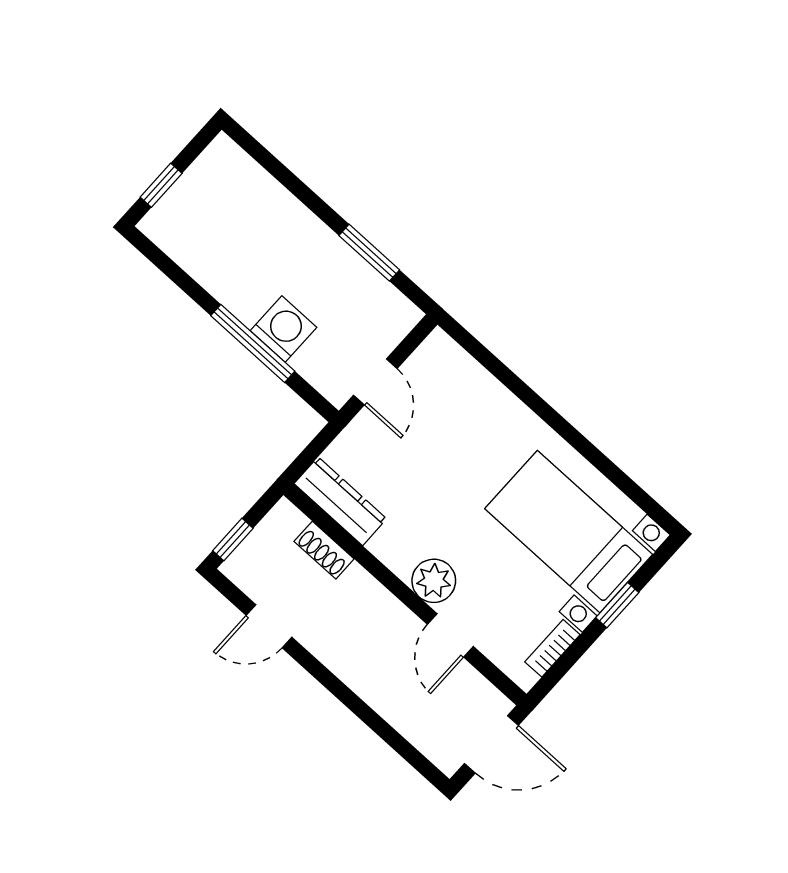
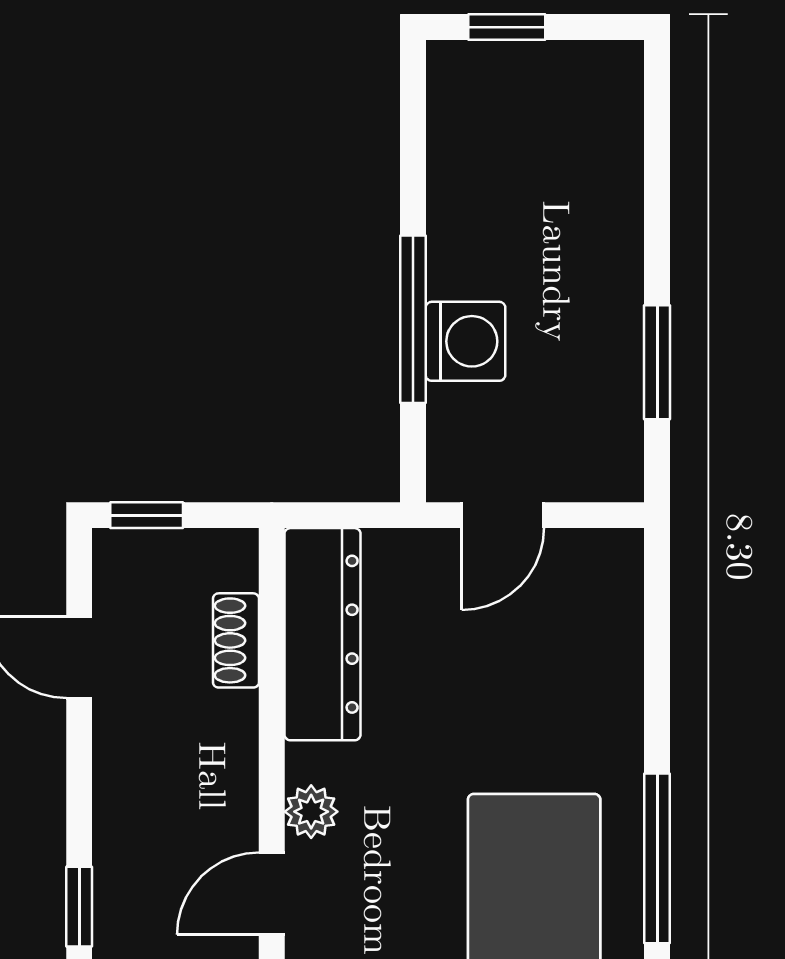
window: (589, 451) -> (657, 858), added
dresser: (340, 501) -> (322, 634), width x1.37, depth x1.24
plant: (434, 581) -> (311, 812), width x0.73, depth x0.73
window: (379, 726) -> (79, 907), added

